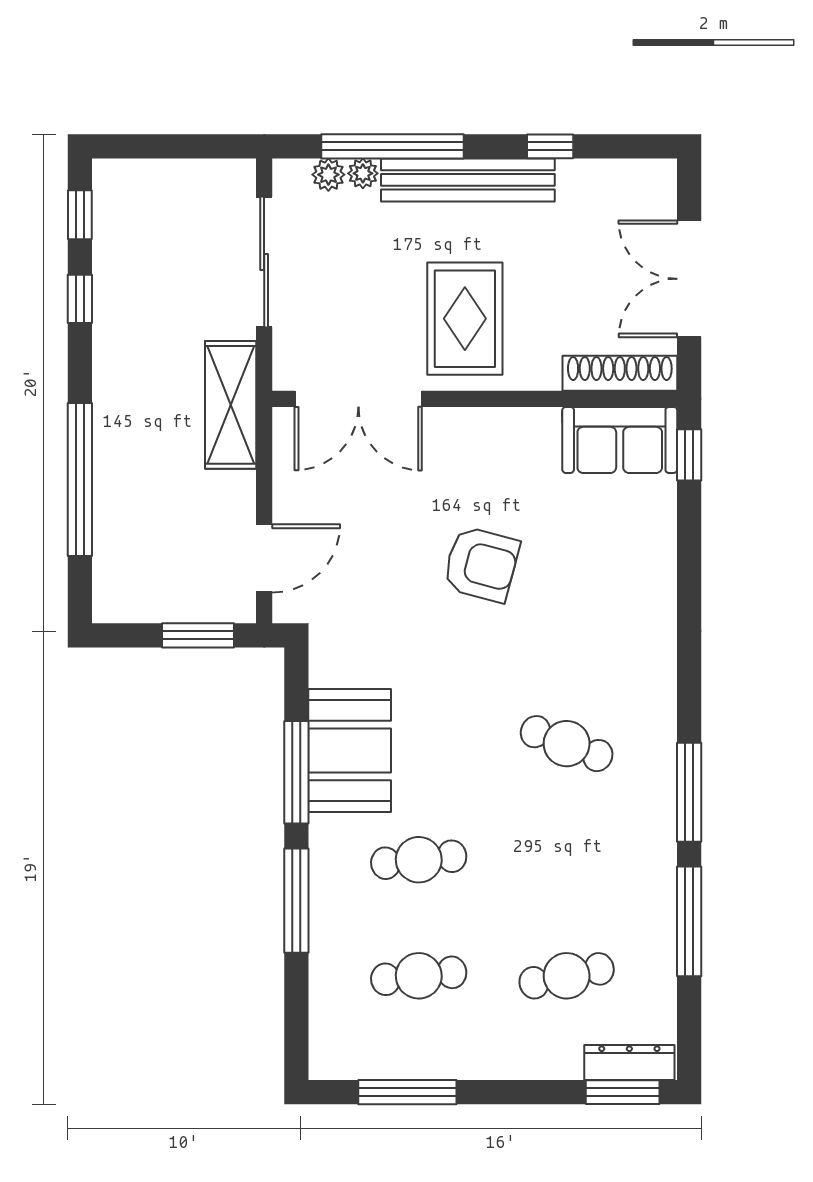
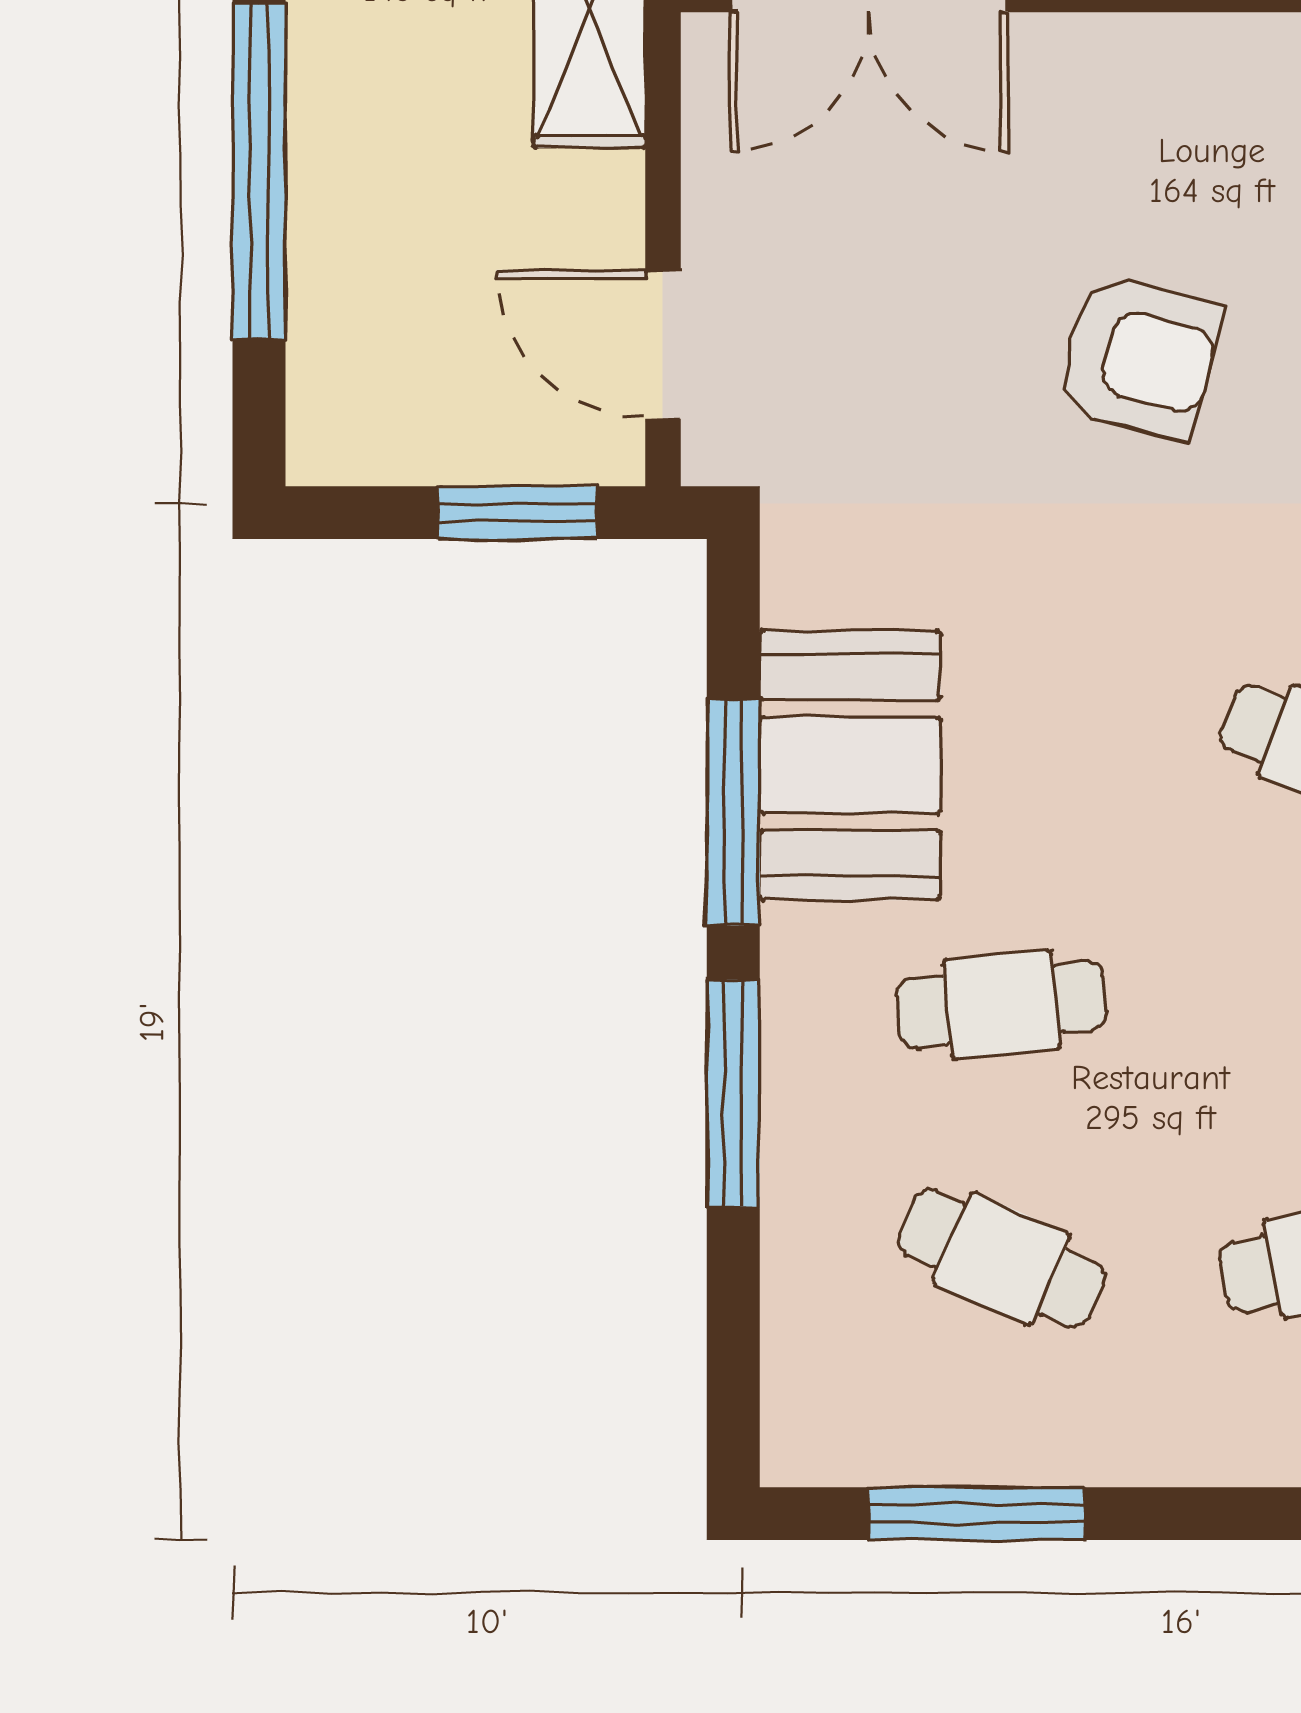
door: (264, 558) -> (663, 344), swing flipped
cafe table: (419, 976) -> (1001, 1259), turned 30

